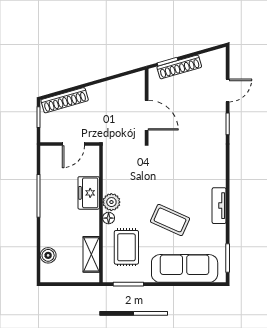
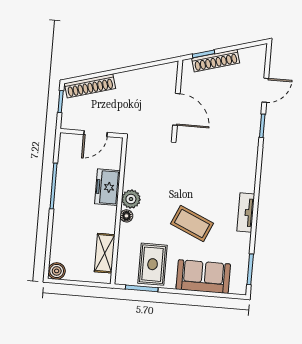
rug: (126, 247) -> (153, 264), moved
boiler: (48, 255) -> (57, 271), moved
sofa: (185, 268) -> (203, 277), width x0.73

